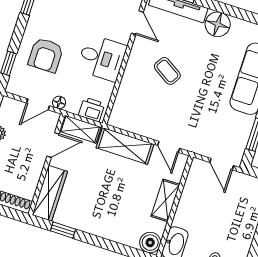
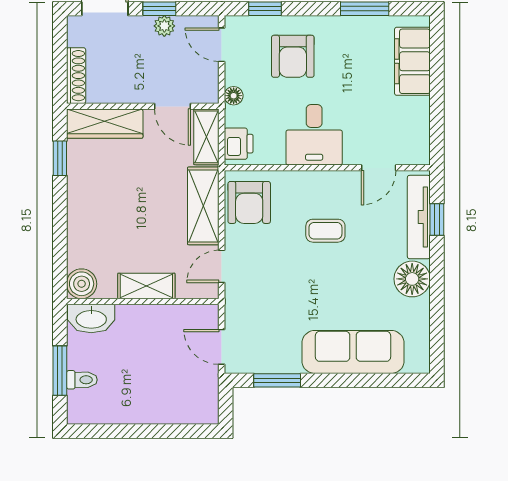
armchair: (46, 55) -> (293, 56), turned -90
coffee table: (167, 71) -> (325, 231), turned 58
door: (38, 104) -> (222, 45), moved
armchair: (133, 115) -> (249, 202), added
door: (222, 164) -> (222, 347), hinge flipped

